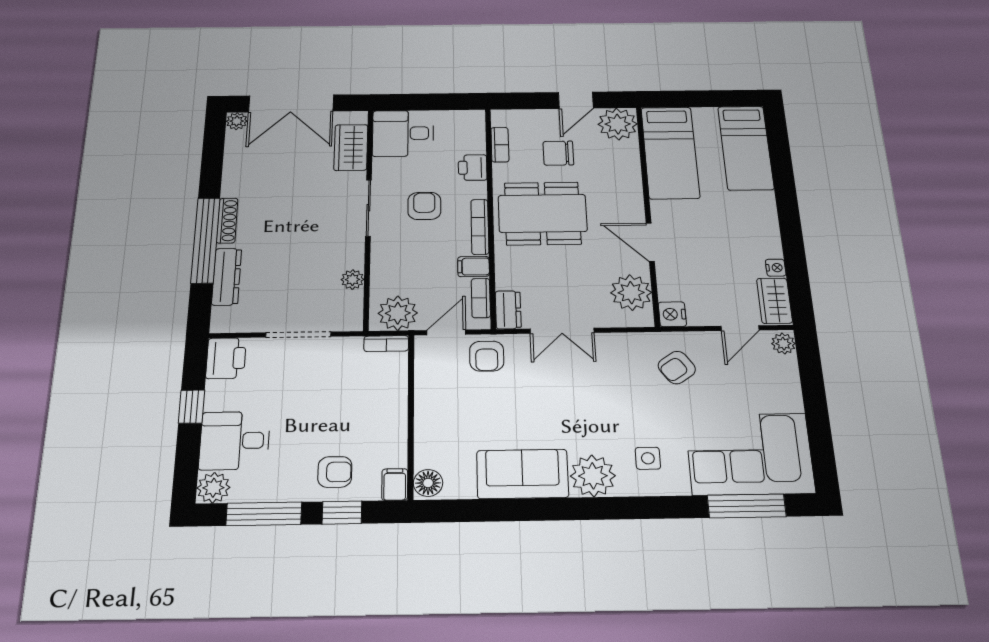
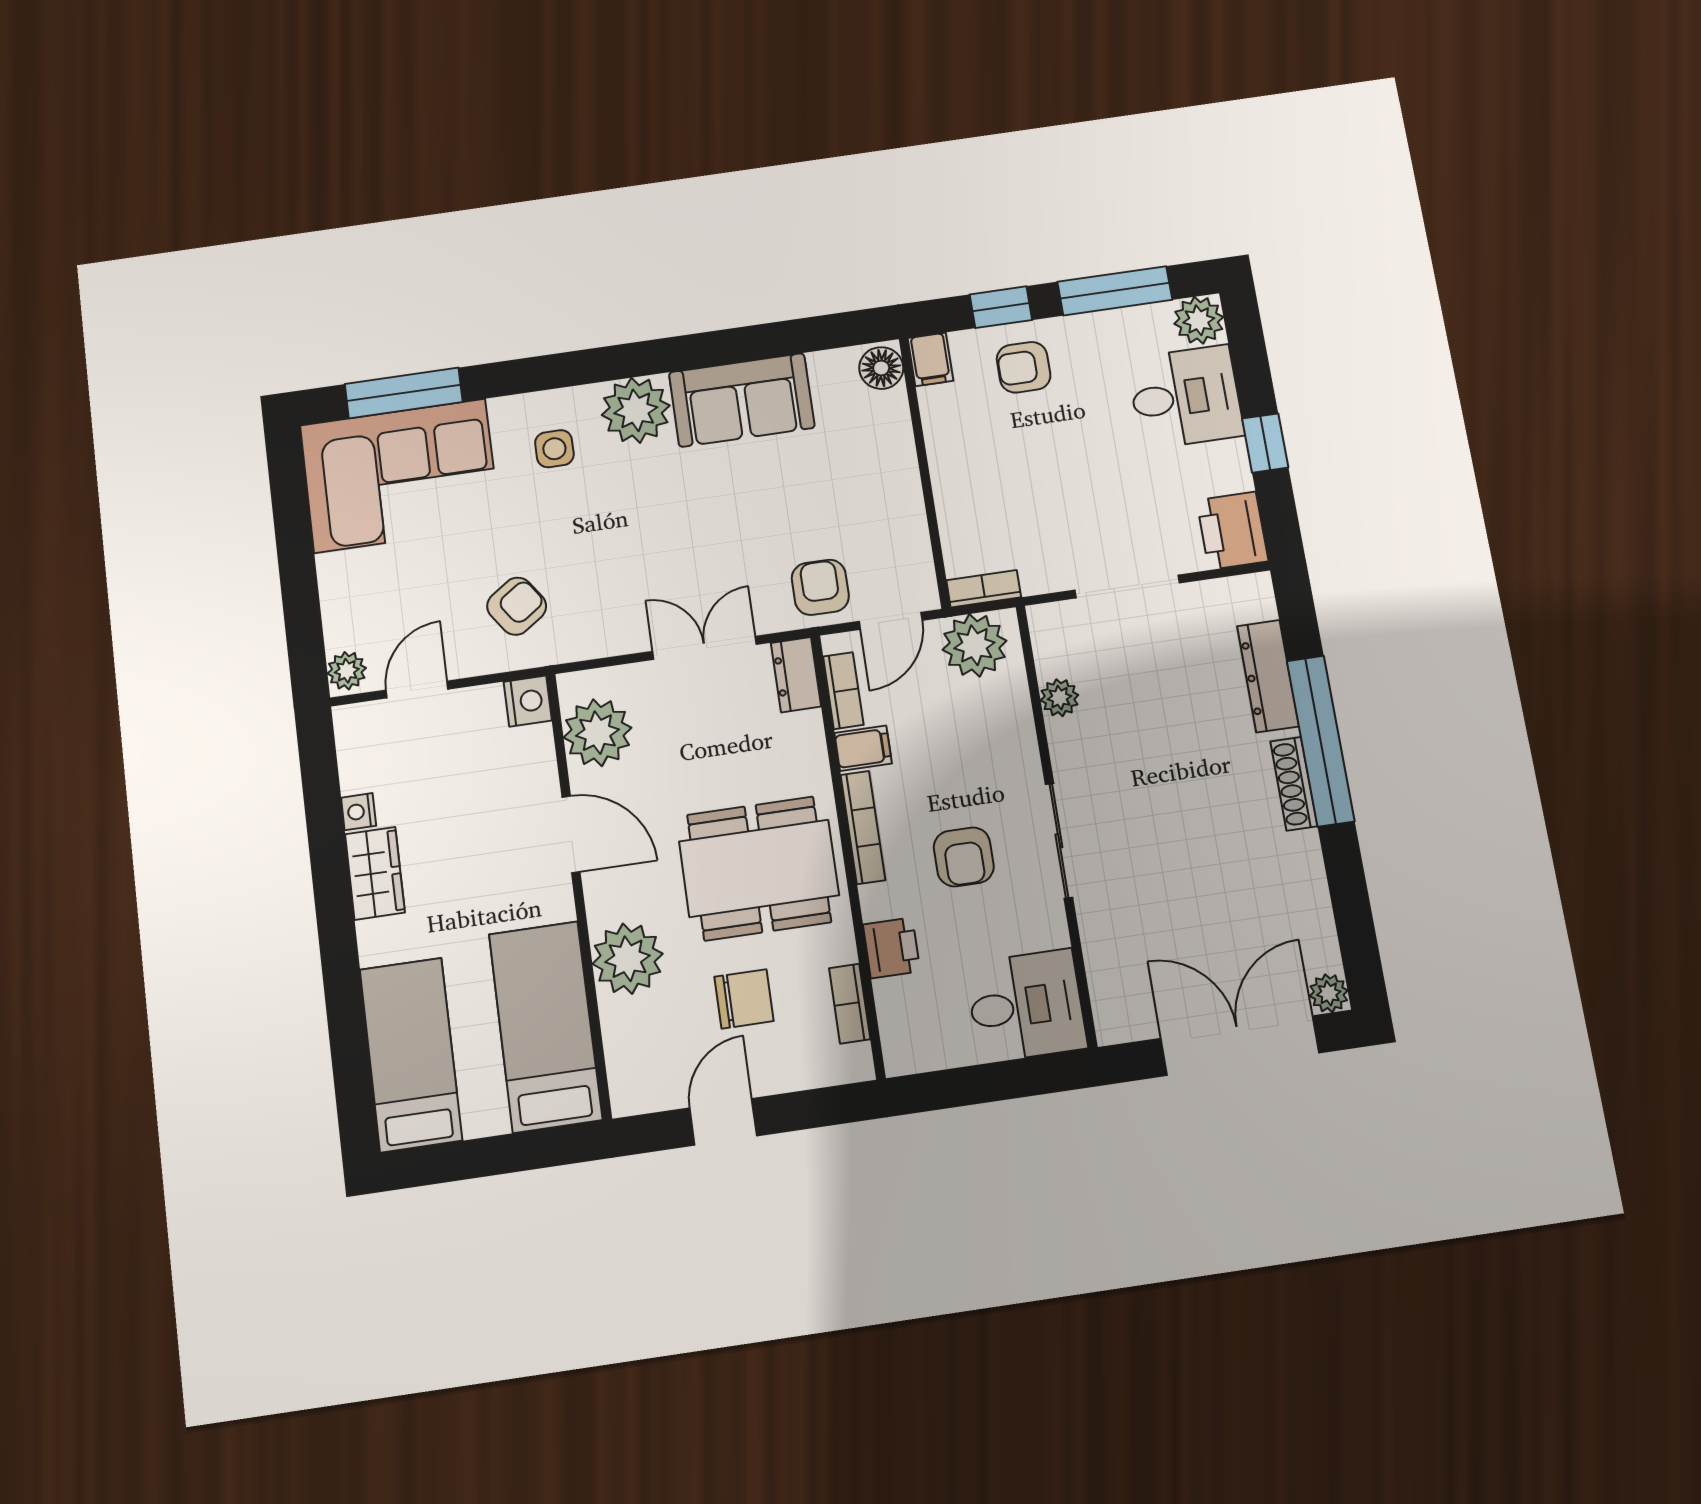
plant: (618, 124) -> (628, 959), moved
wardrobe: (351, 147) -> (1113, 963), removed
wardrobe: (774, 301) -> (375, 873), moved

